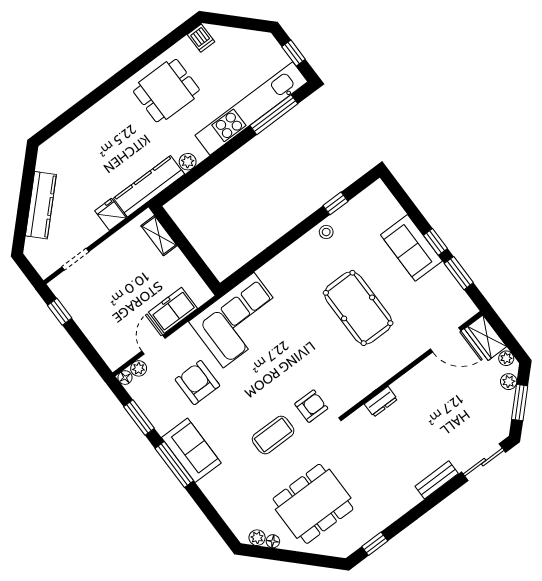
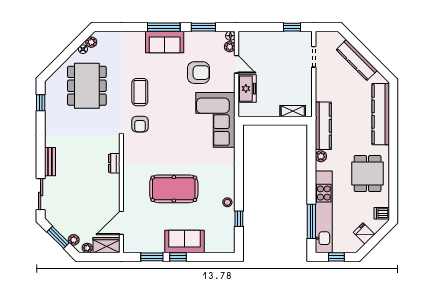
kitchen counter: (84, 128) -> (381, 114), added
fridge: (111, 214) -> (364, 233), moved, turned -135

